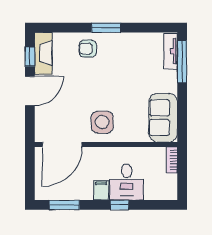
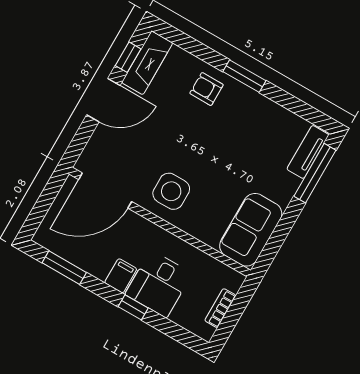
bookcase: (172, 160) -> (220, 308), moved

